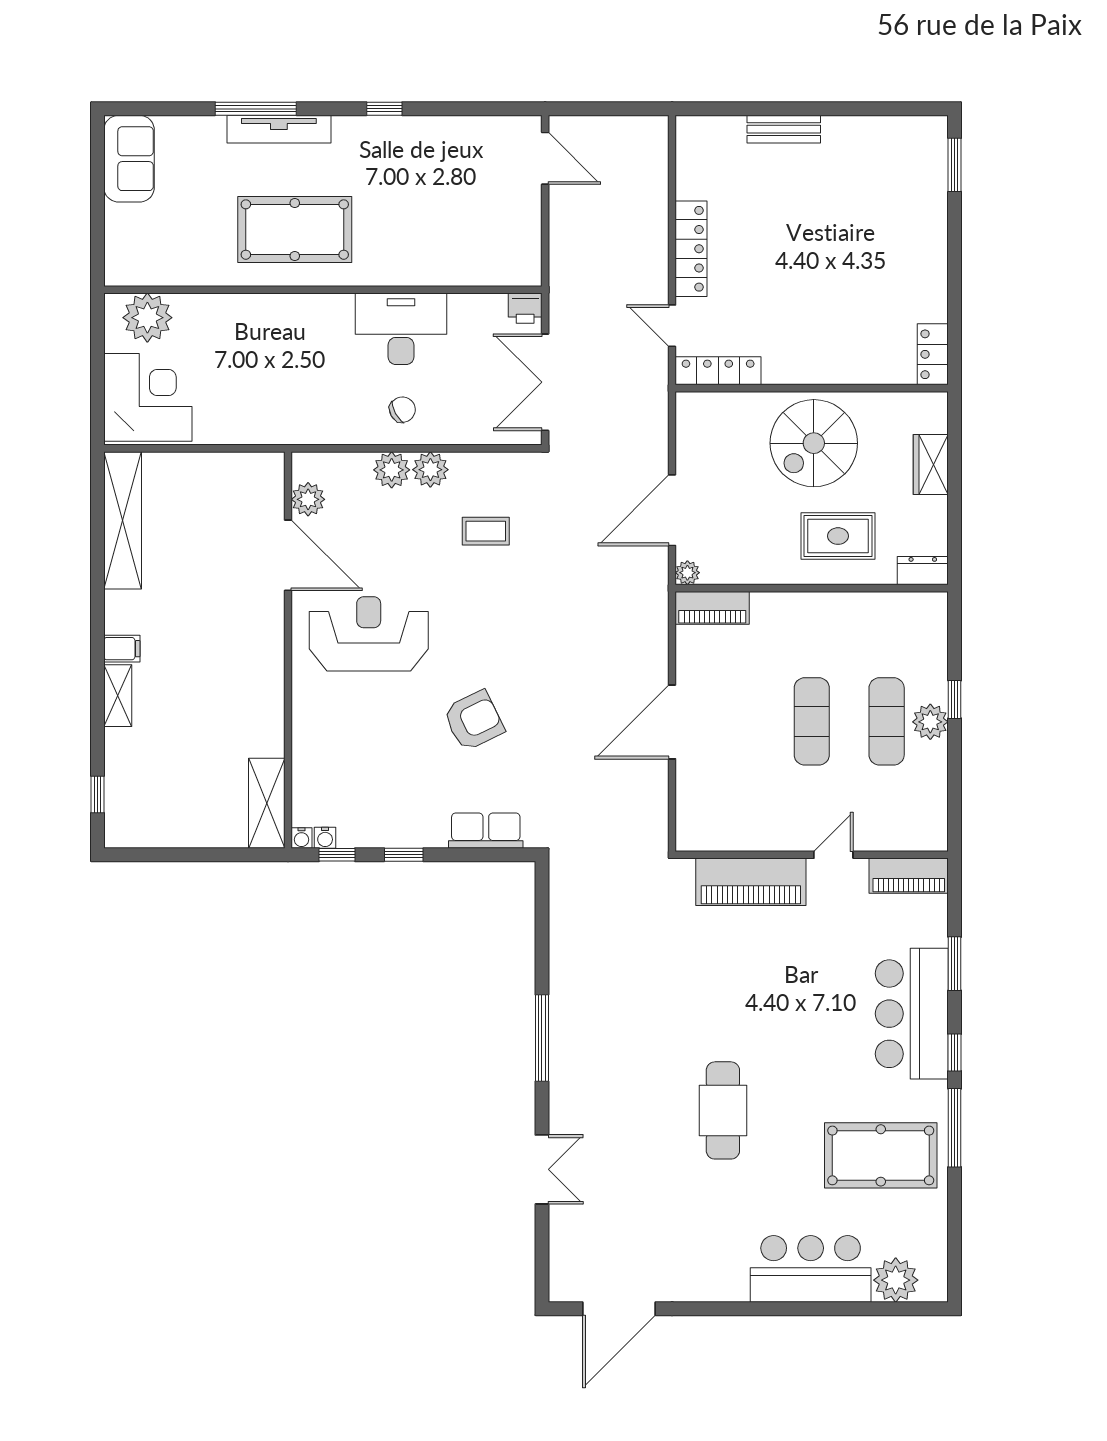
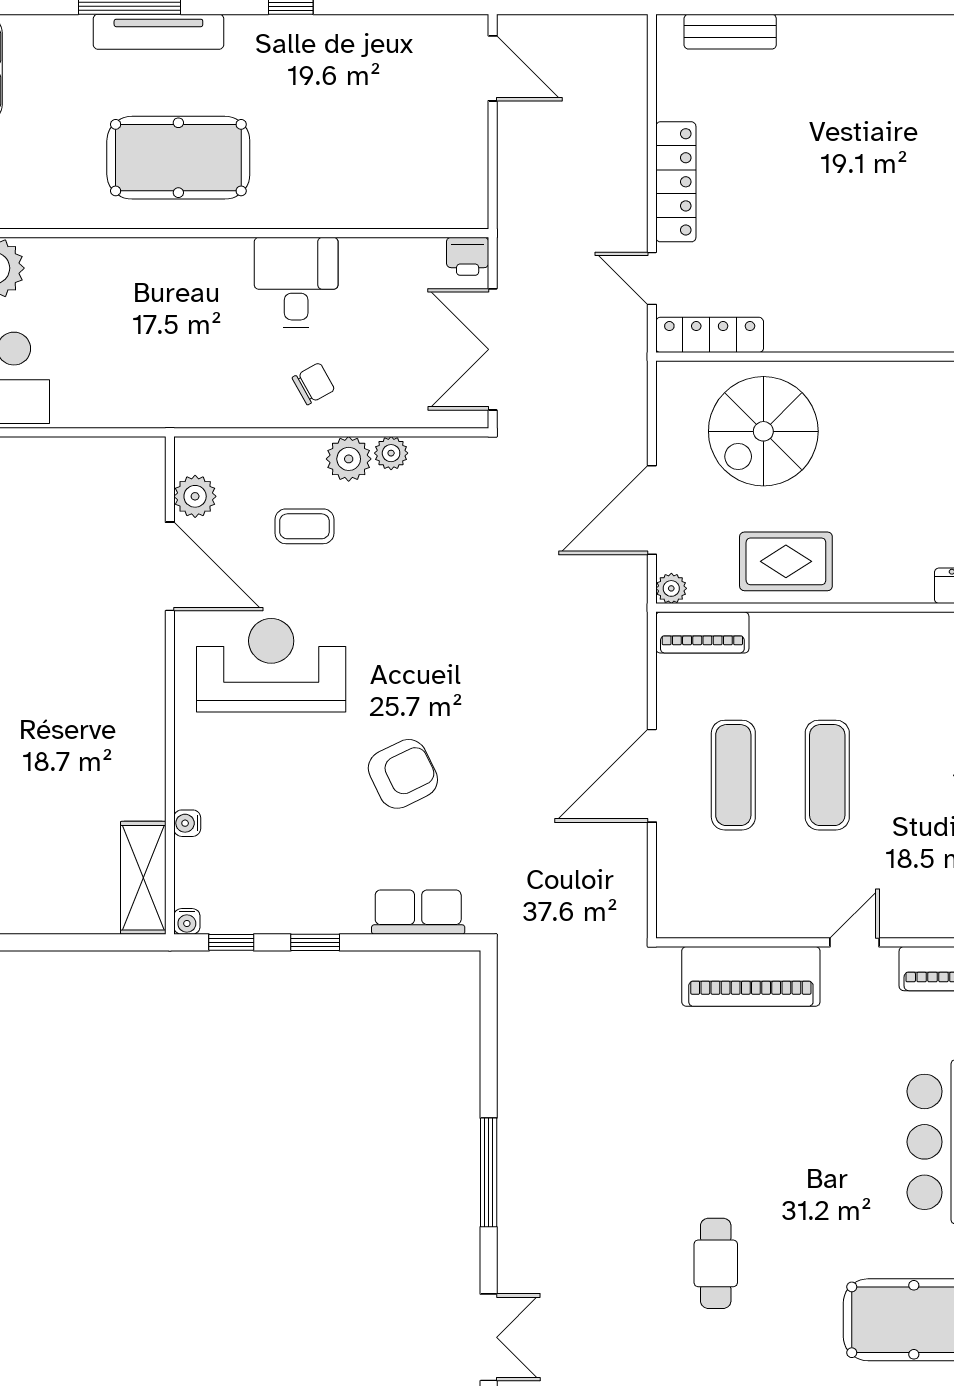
bench: (784, 129) -> (730, 32), moved
desk: (401, 329) -> (296, 282), width x0.73
spiral stairs: (814, 443) -> (763, 431), moved
plant: (392, 470) -> (391, 453), moved, width x0.73, depth x0.73
coffee table: (486, 531) -> (304, 526), moved
rug: (838, 536) -> (786, 561), moved
exercise mat: (887, 721) -> (733, 775), moved
water cooler: (325, 838) -> (187, 823), moved, turned 90
cafe table: (723, 1110) -> (716, 1263), width x0.73, depth x0.74

